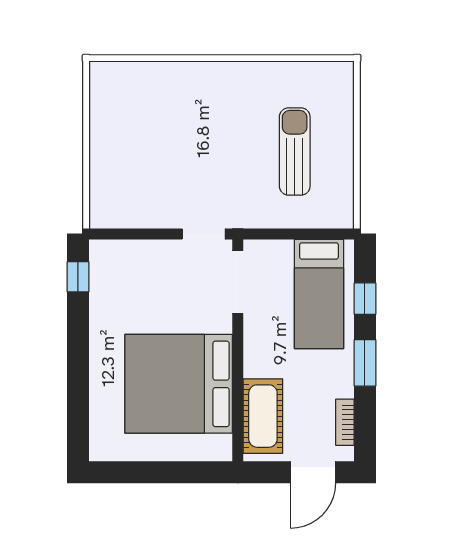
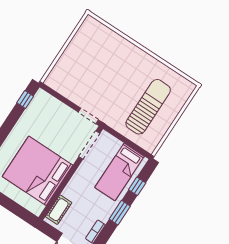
sun lounger: (295, 151) -> (148, 107), width x1.36, depth x1.34
cot: (263, 416) -> (59, 210), width x0.73, depth x0.75

